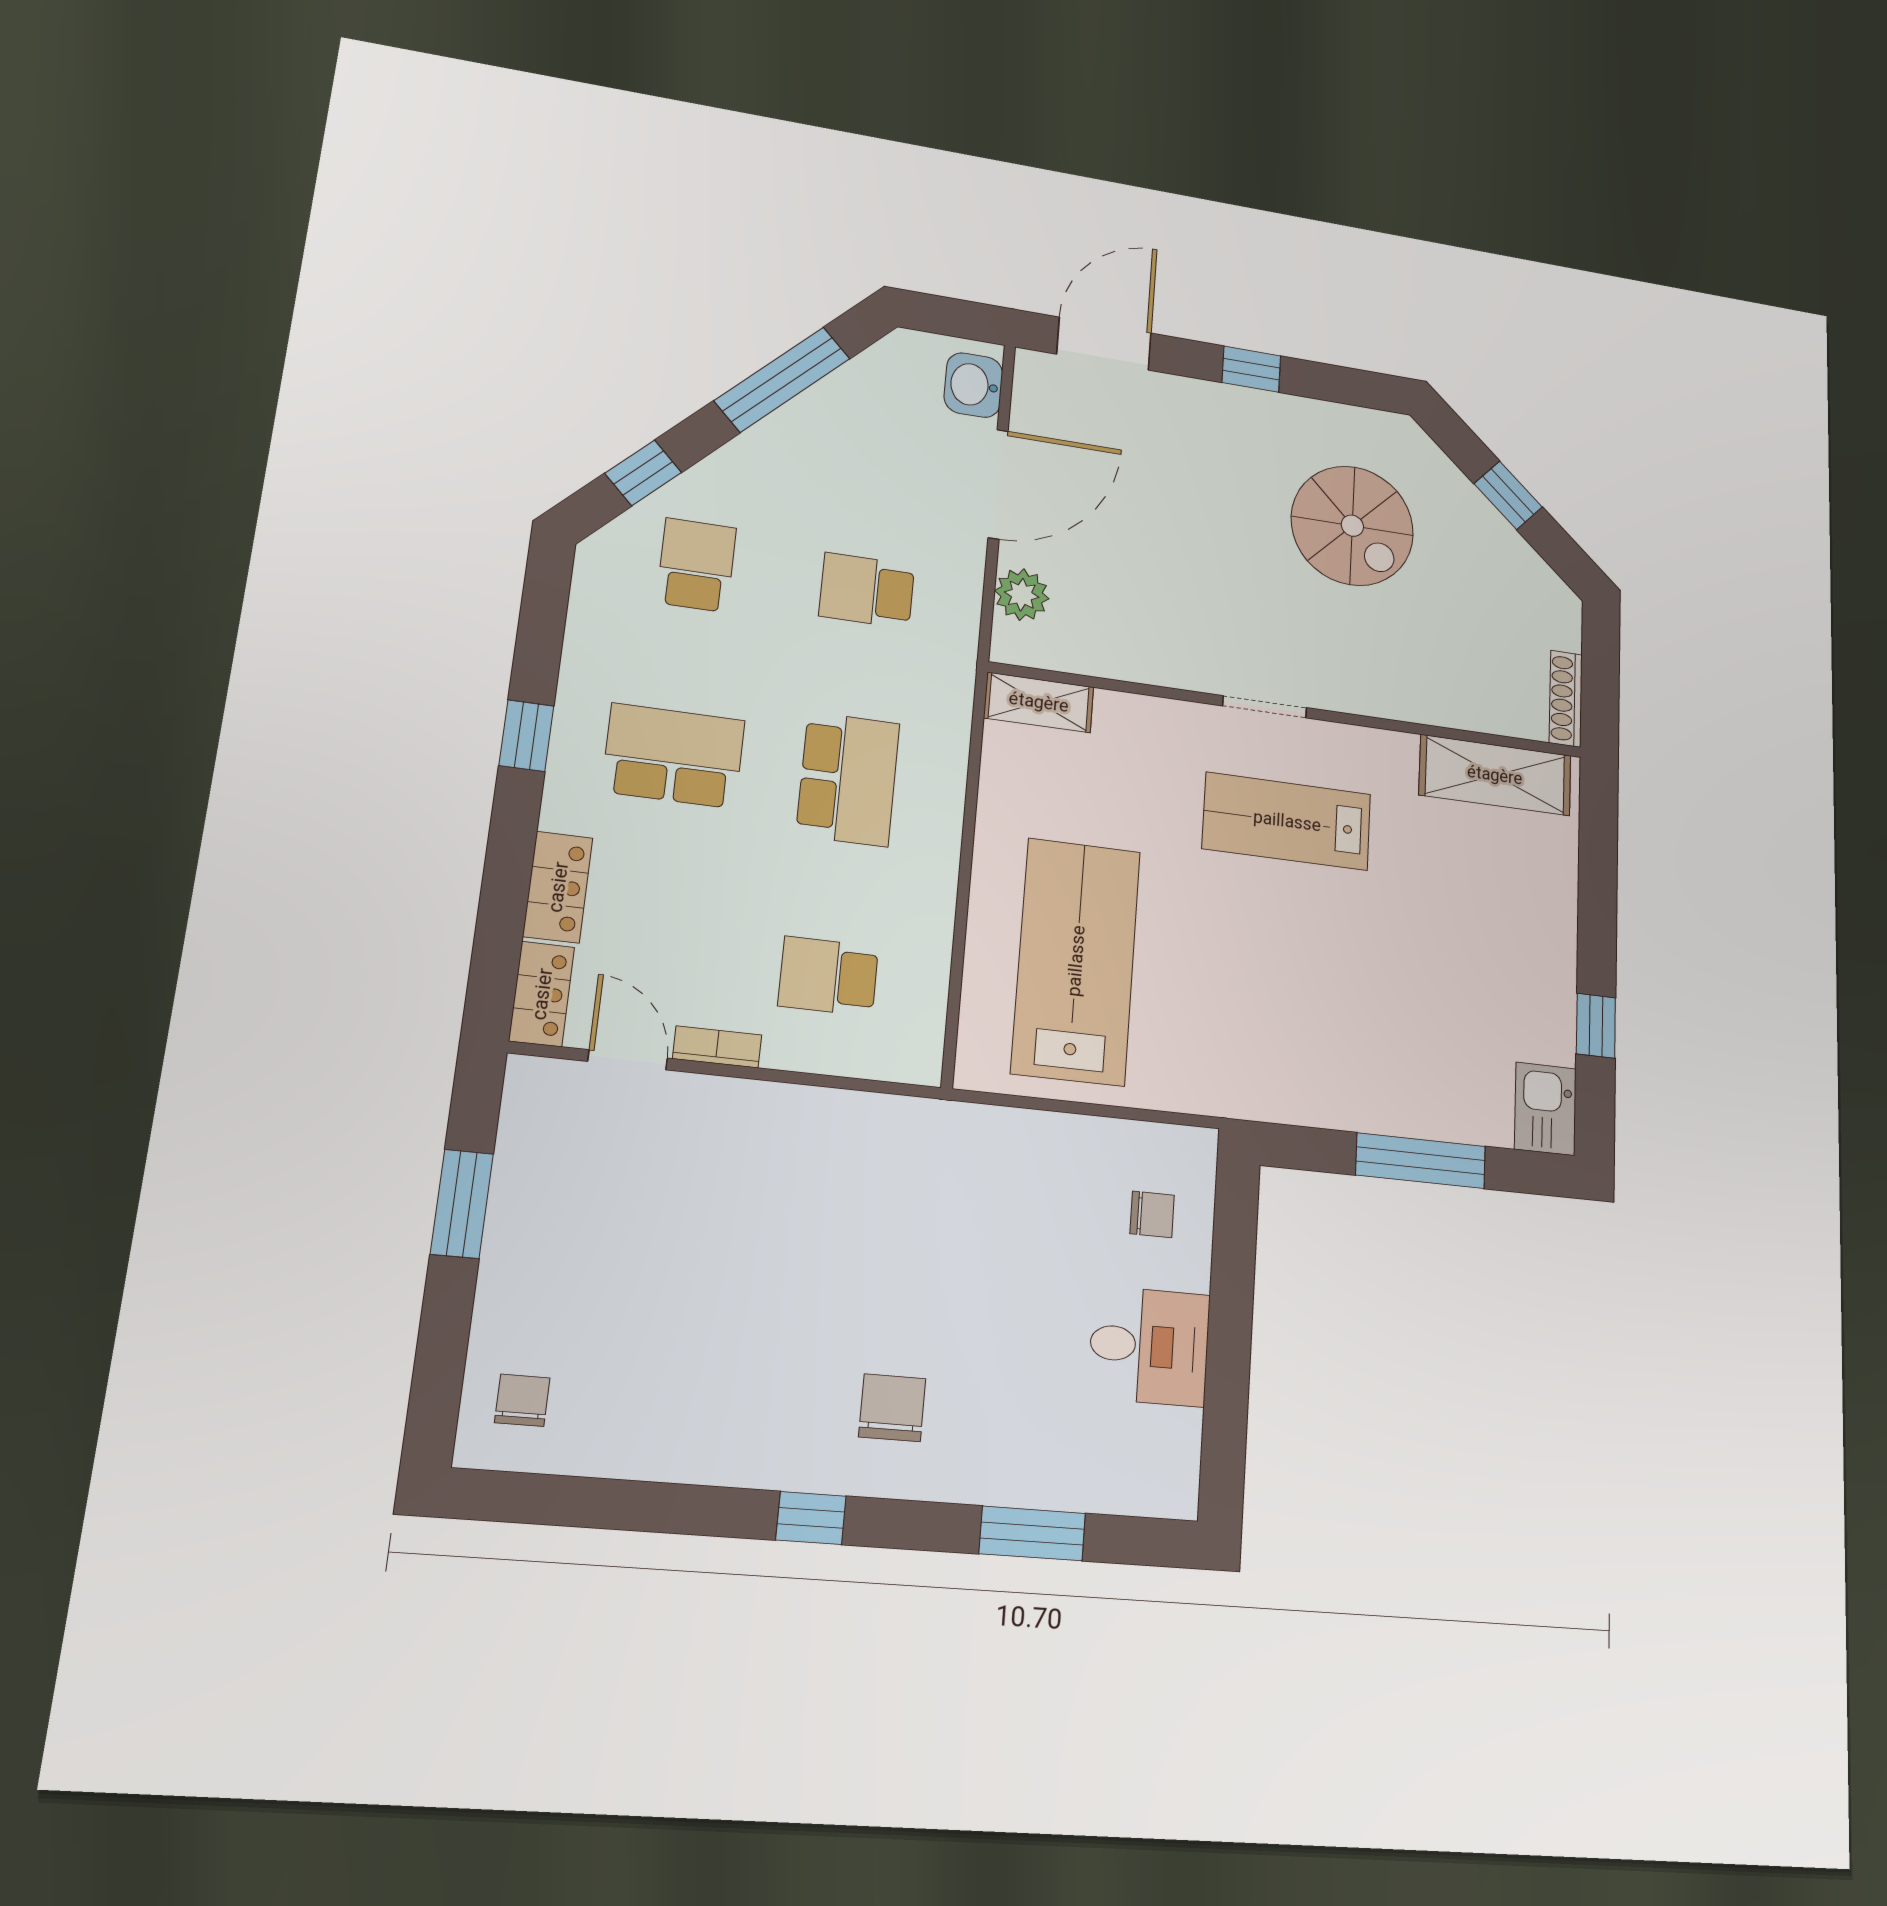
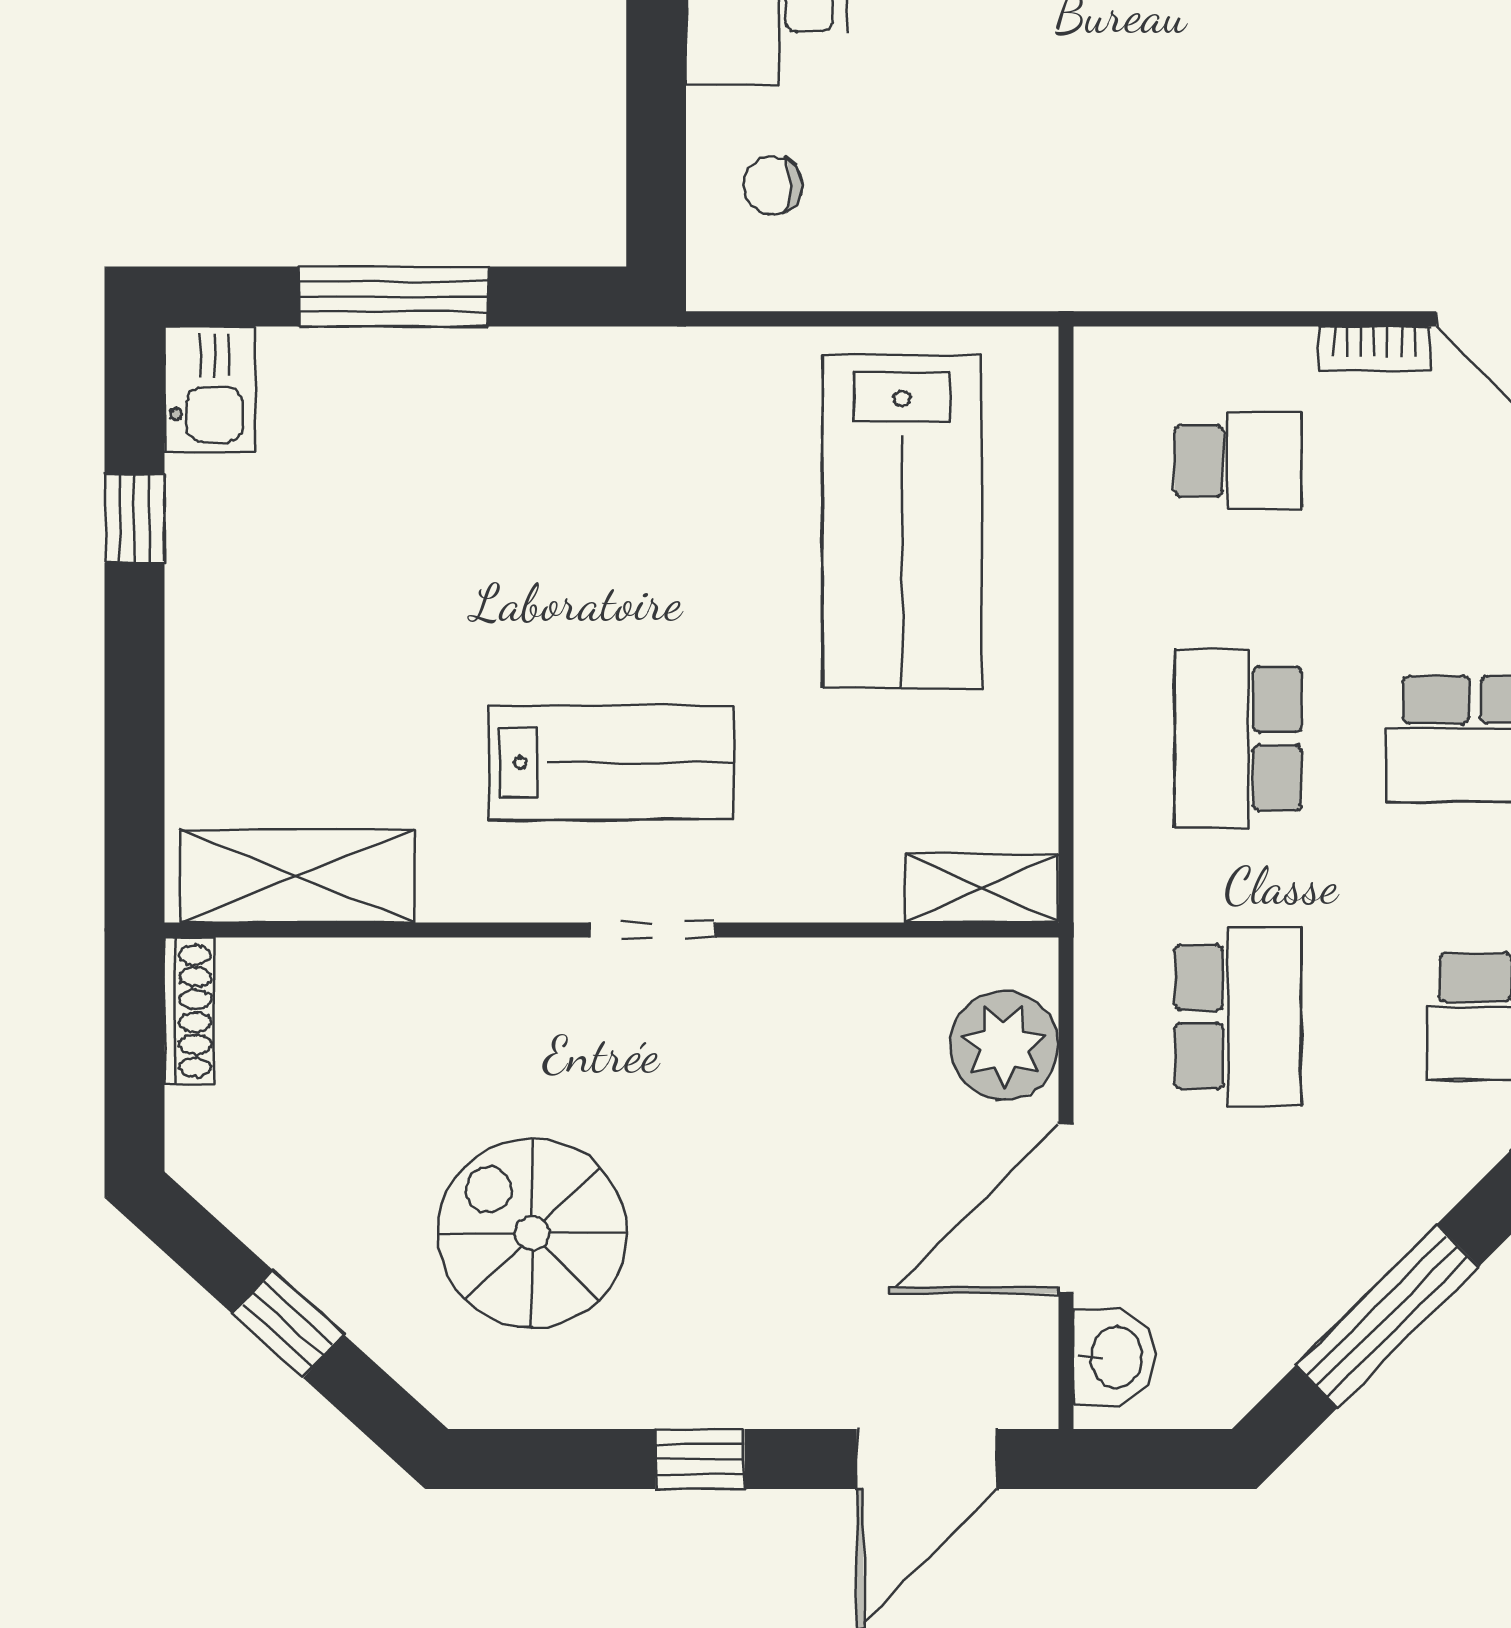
school desk: (867, 591) -> (1238, 1017), width x1.85
plant: (1022, 595) -> (1004, 1046), width x1.36, depth x1.36

